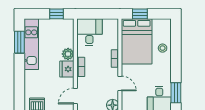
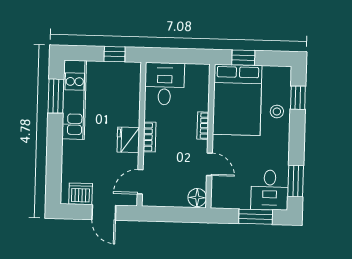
window: (176, 39) -> (298, 98), added
plant: (68, 54) -> (131, 117), removed

